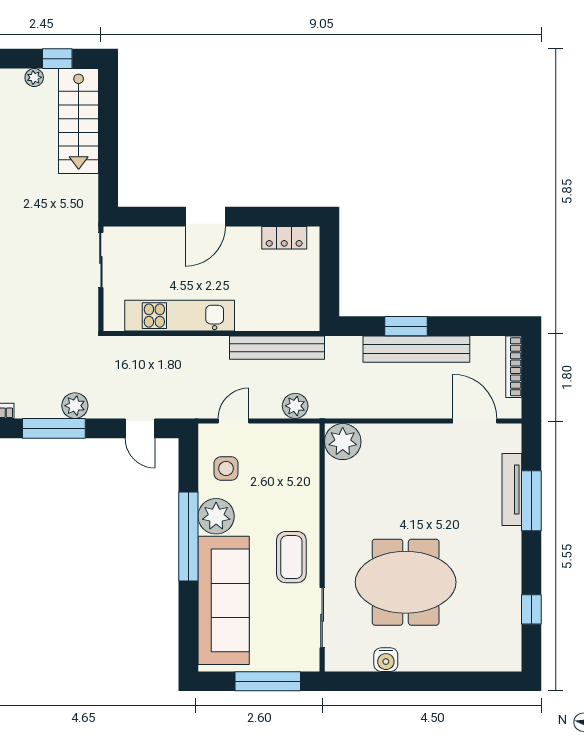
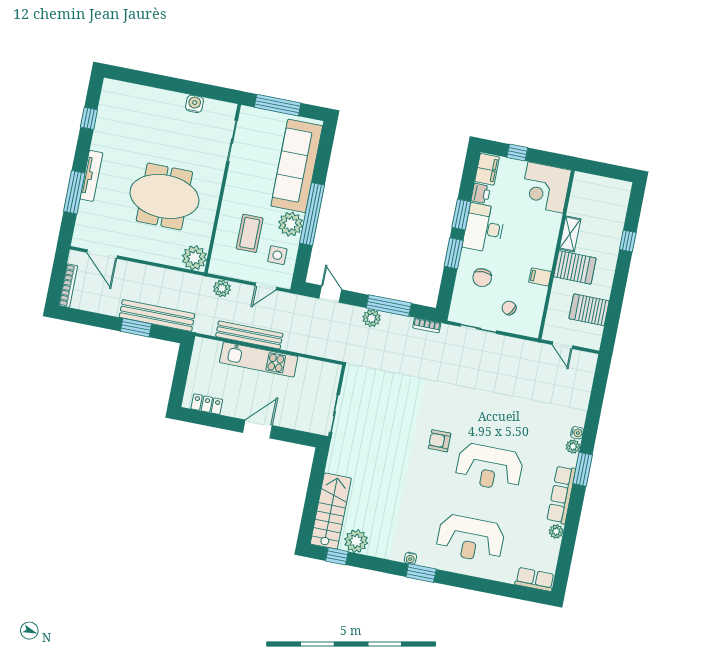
plant: (34, 77) -> (356, 541), width x1.87, depth x1.87
kitchen unit: (180, 316) -> (259, 359), moved
bench: (277, 348) -> (249, 335), moved
bench: (416, 349) -> (157, 316), moved
tv unit: (512, 489) -> (91, 176), moved
coffee table: (291, 557) -> (250, 233), moved
meeting table: (406, 582) -> (164, 196), moved

